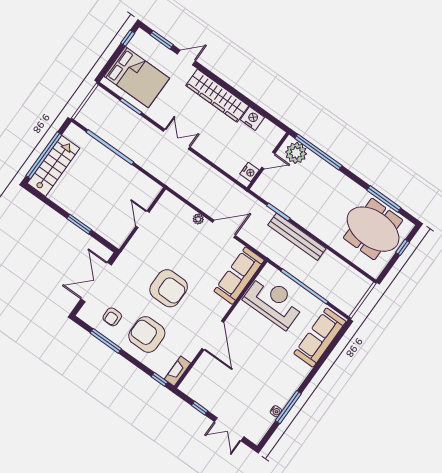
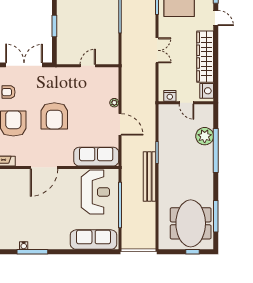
door: (268, 160) -> (186, 103), moved
wall: (268, 161) -> (186, 103), moved
nightstand: (249, 172) -> (170, 96), moved

